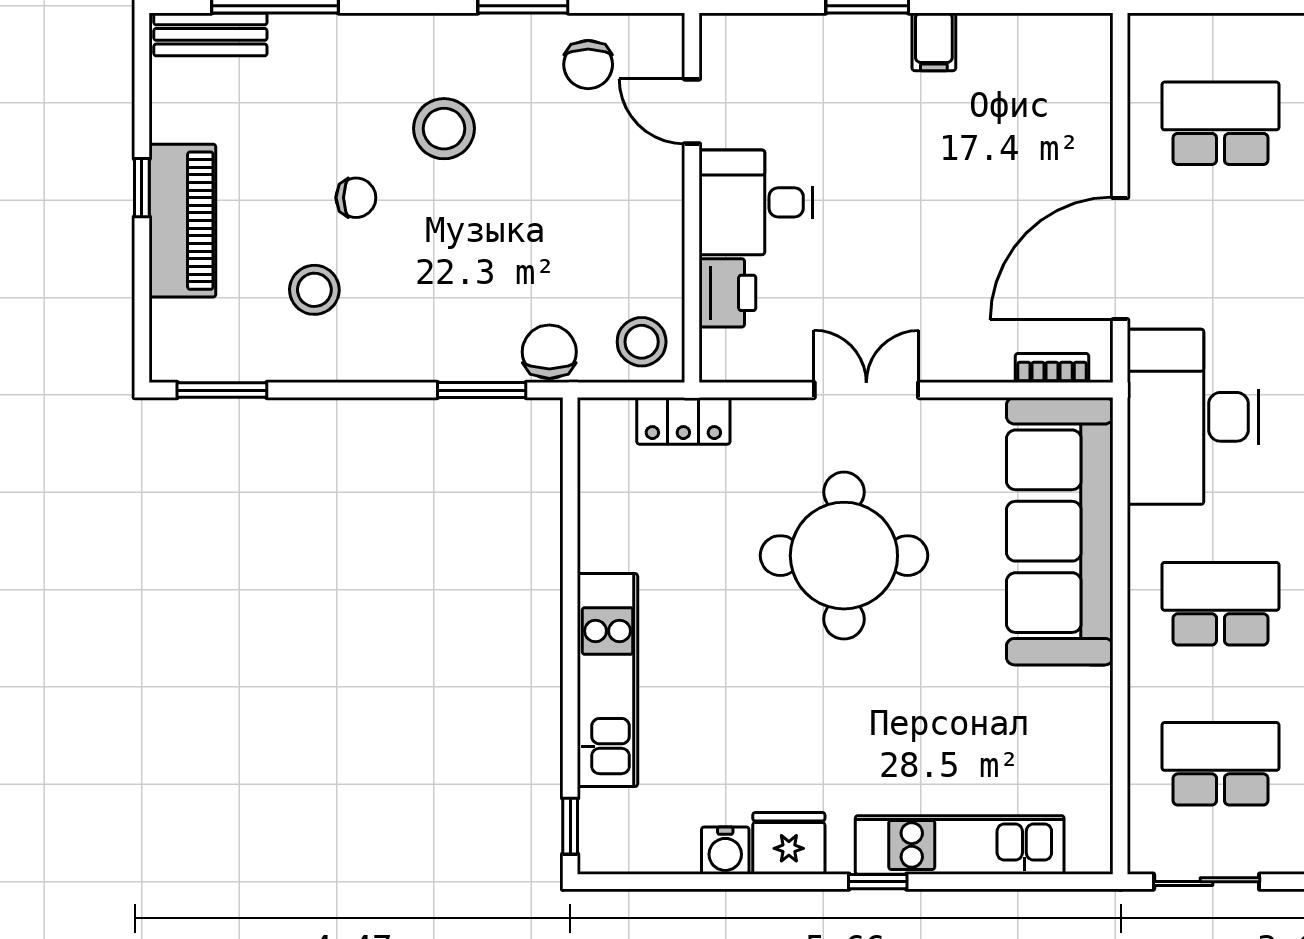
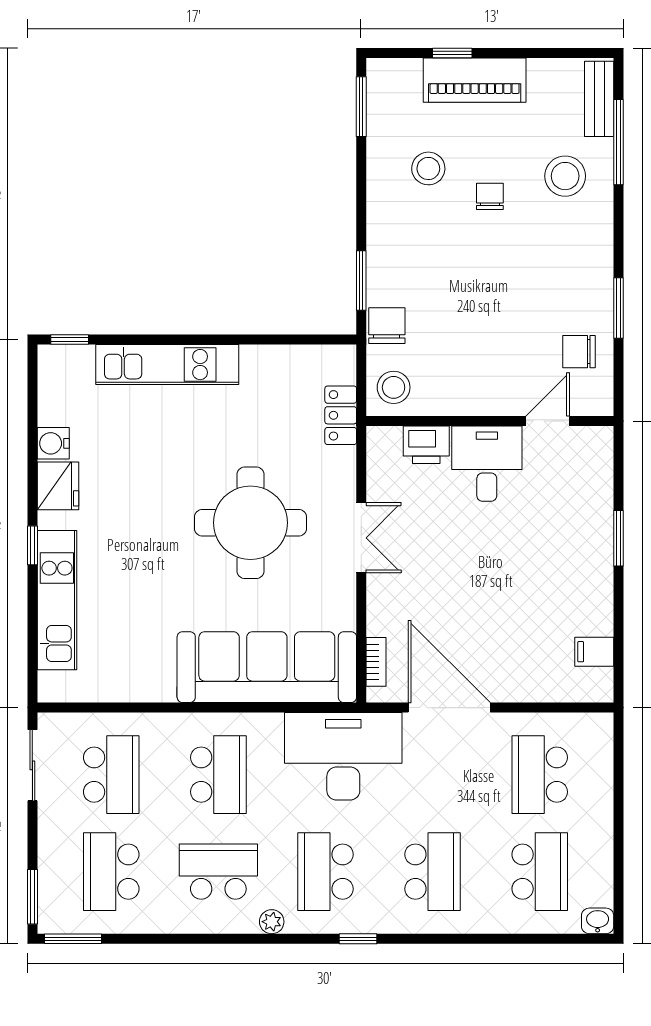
filing cabinet: (934, 42) -> (594, 652), moved
school desk: (1220, 123) -> (540, 775), turned 180
stool: (444, 129) -> (565, 176), moved
window: (142, 188) -> (452, 53), moved
chair: (356, 198) -> (490, 196), turned 180
chair: (549, 352) -> (387, 326), turned -90

